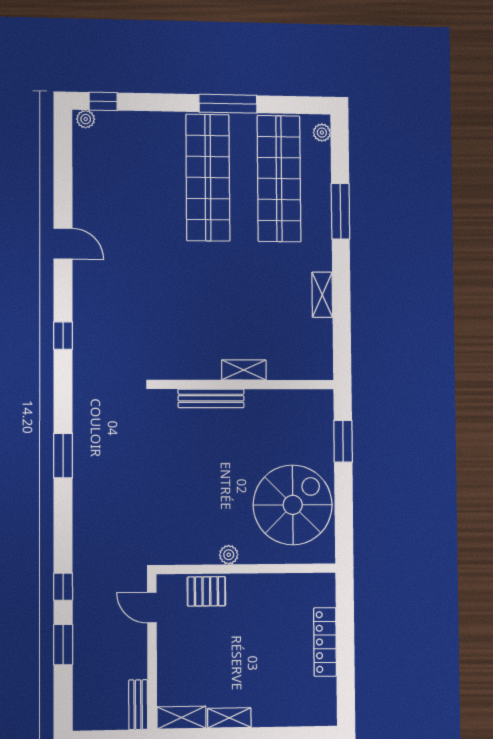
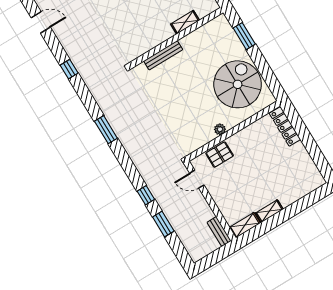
shelving: (244, 370) -> (185, 22), moved
locker: (325, 642) -> (285, 126), moved

